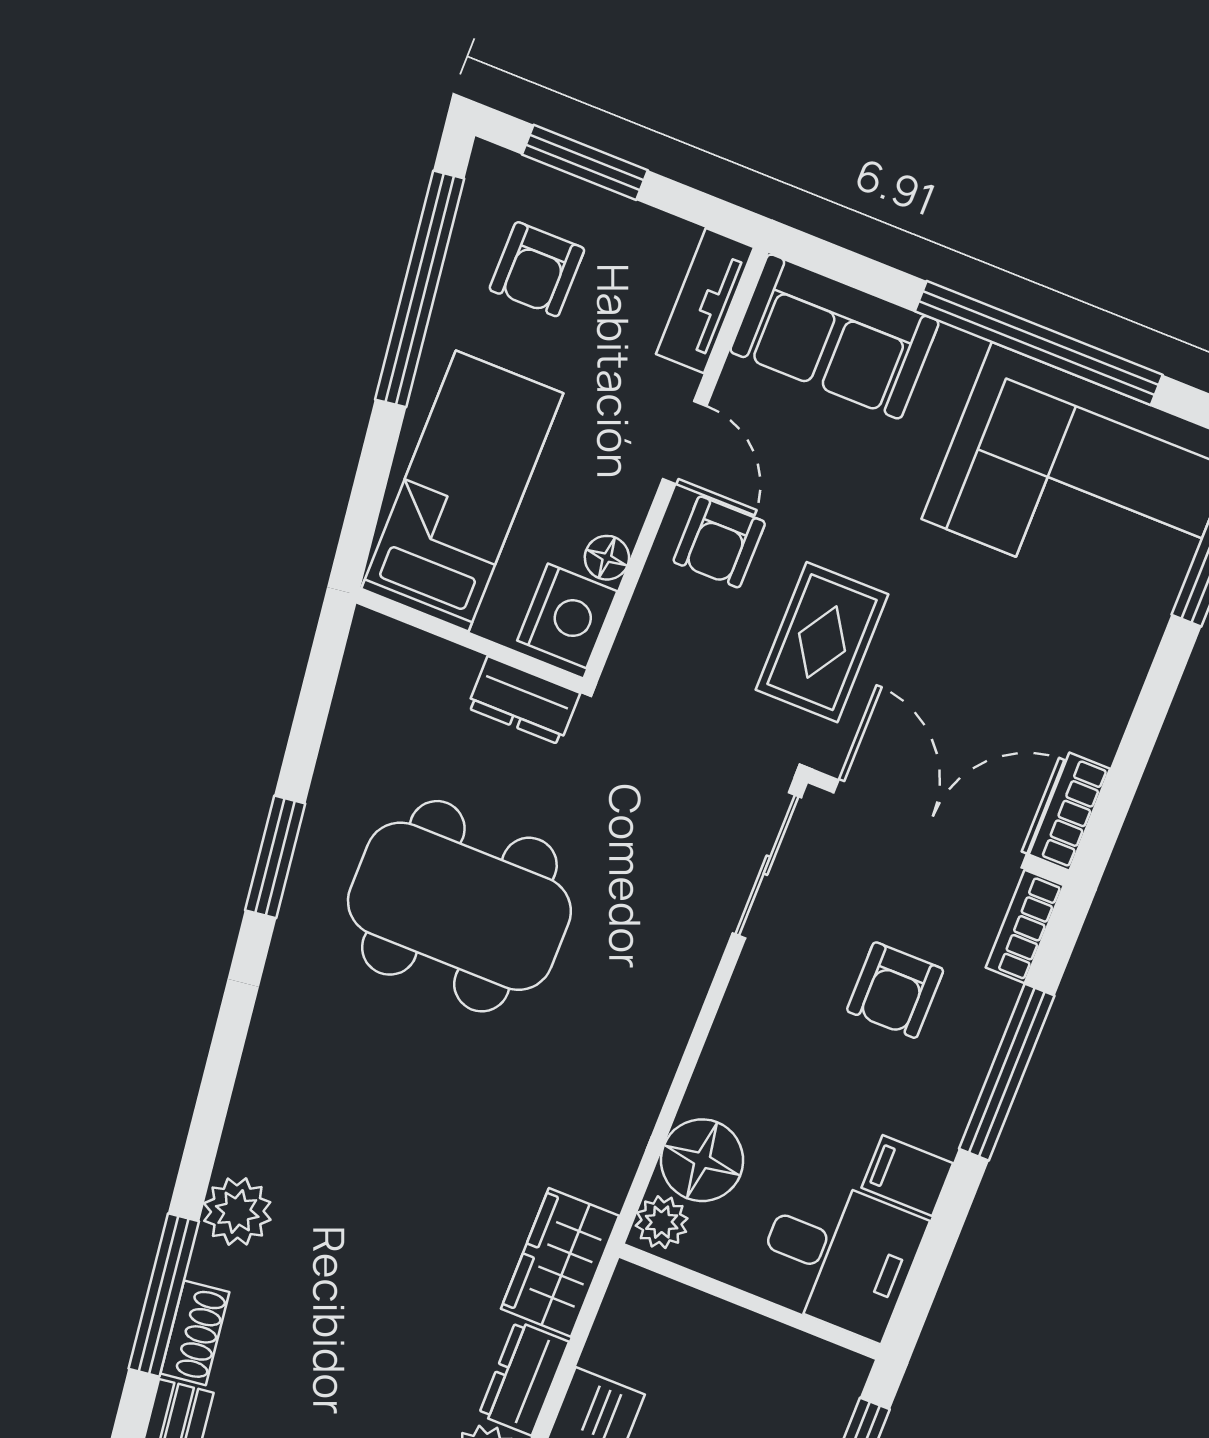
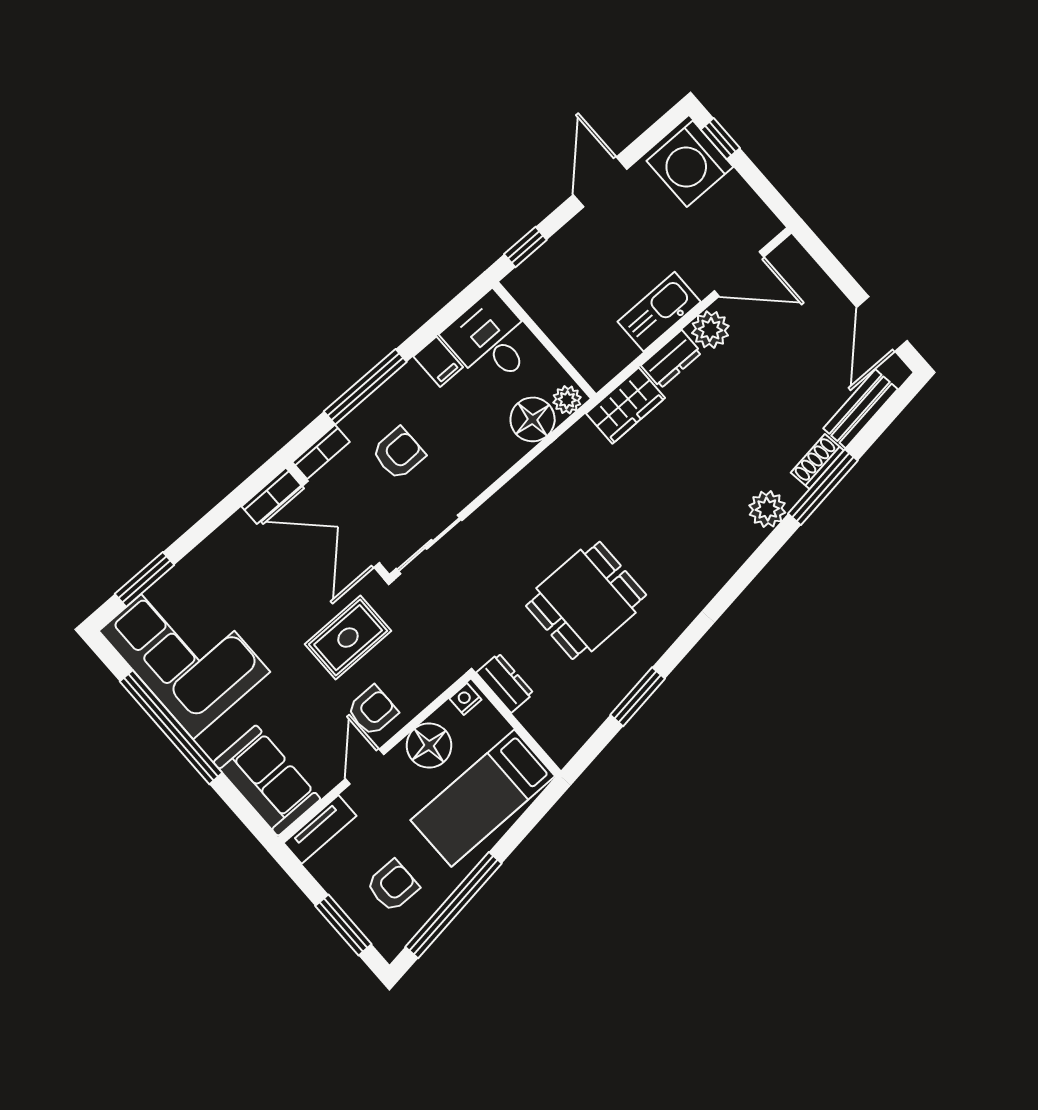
floor lamp: (607, 558) -> (429, 745), width x1.89, depth x1.89
nightstand: (567, 616) -> (465, 699), width x0.53, depth x0.56
window: (275, 857) -> (638, 697), moved
dining table: (459, 906) -> (586, 600), width x0.73

